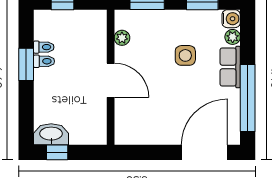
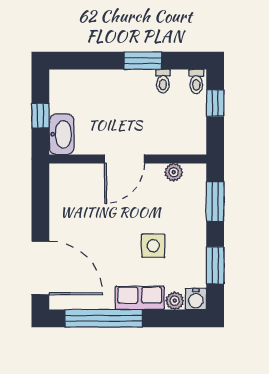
toilet: (44, 61) -> (196, 82), moved
washbasin: (51, 134) -> (62, 134), moved
window: (57, 152) -> (40, 116), moved

